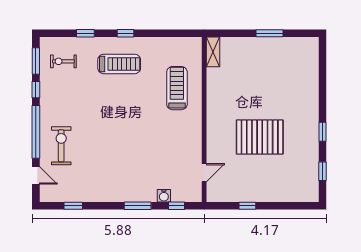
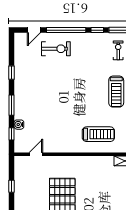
door: (204, 173) -> (36, 154), swing flipped
window: (73, 206) -> (11, 73), moved

